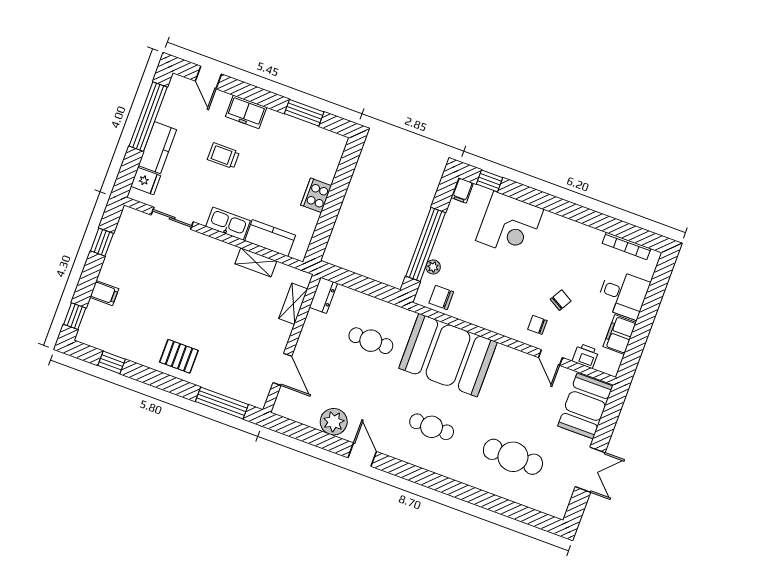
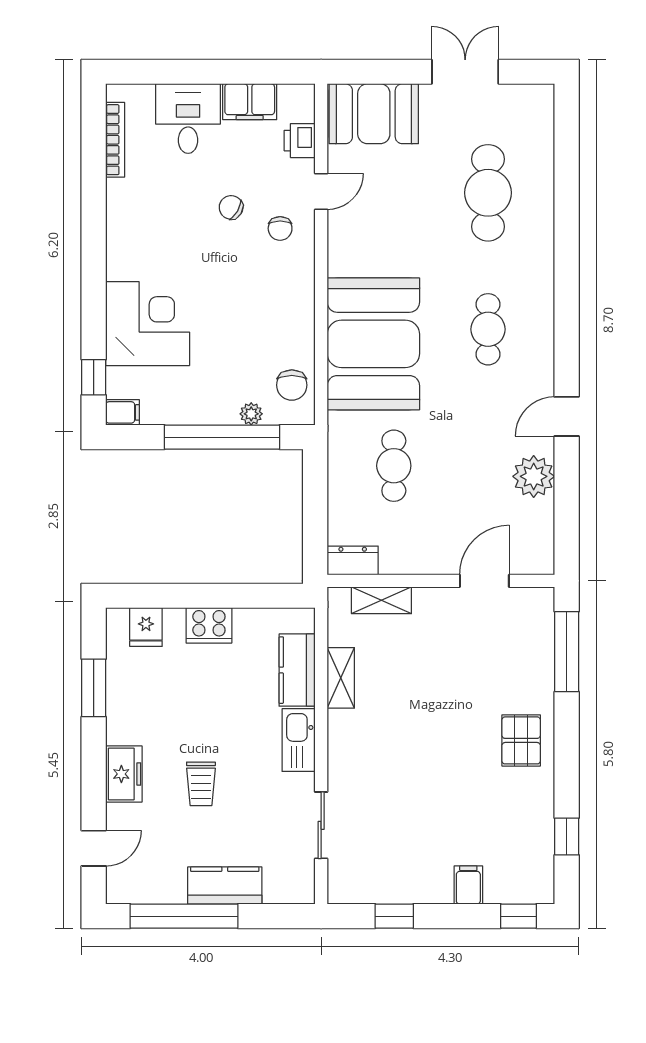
fridge: (146, 181) -> (146, 627), moved, turned 180

